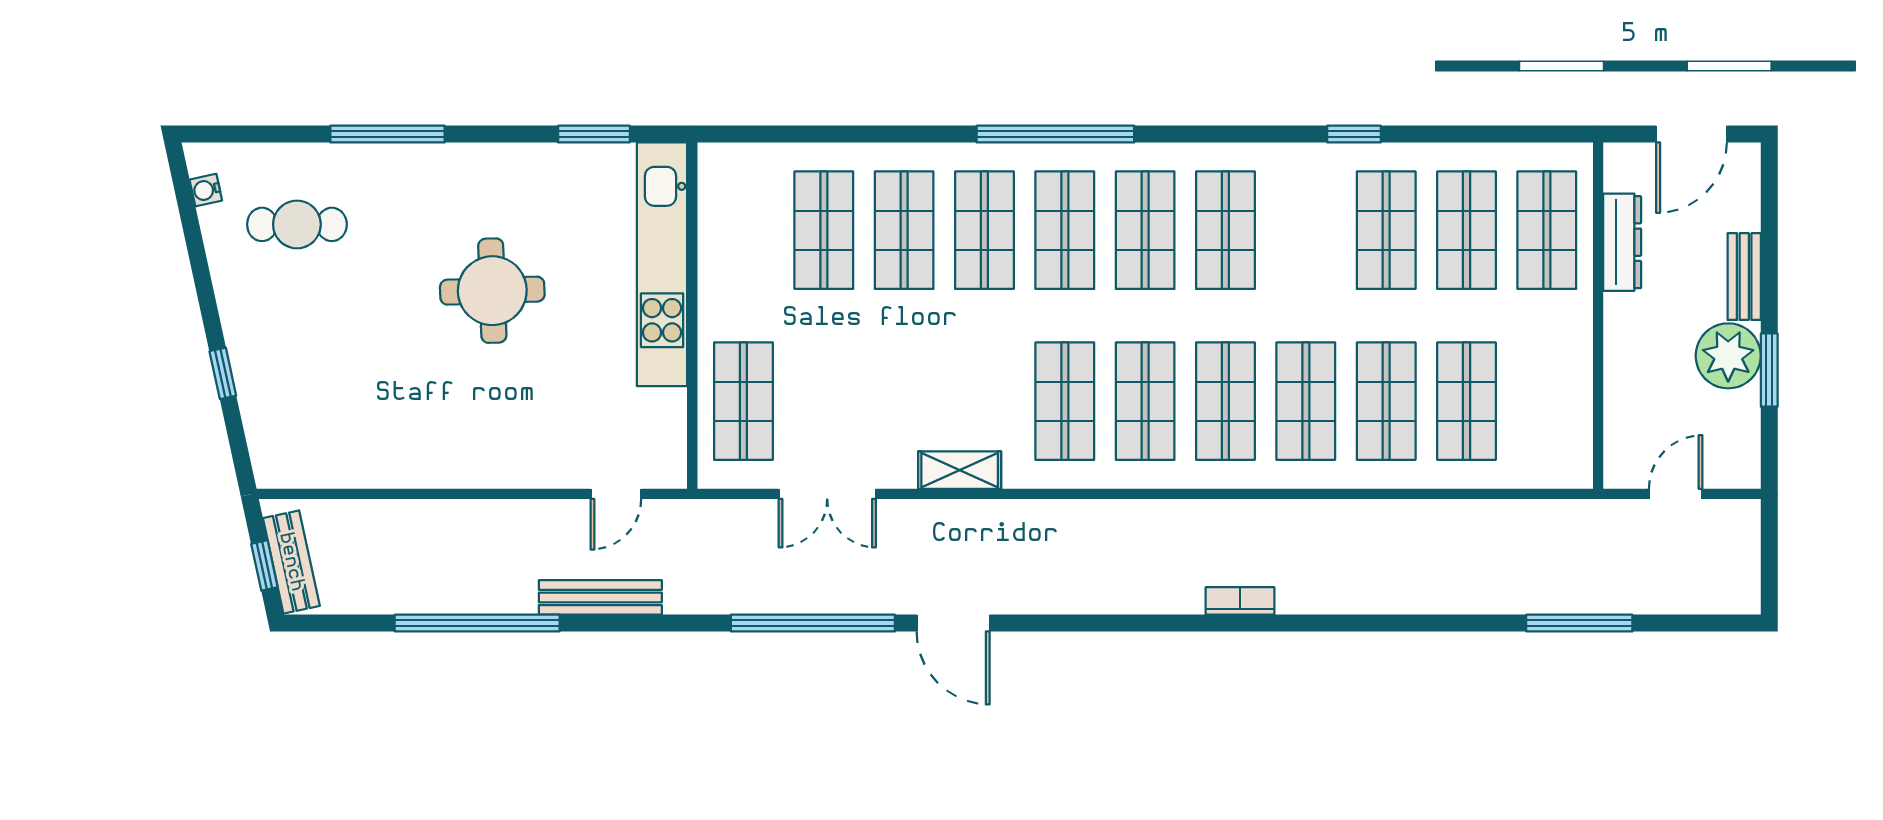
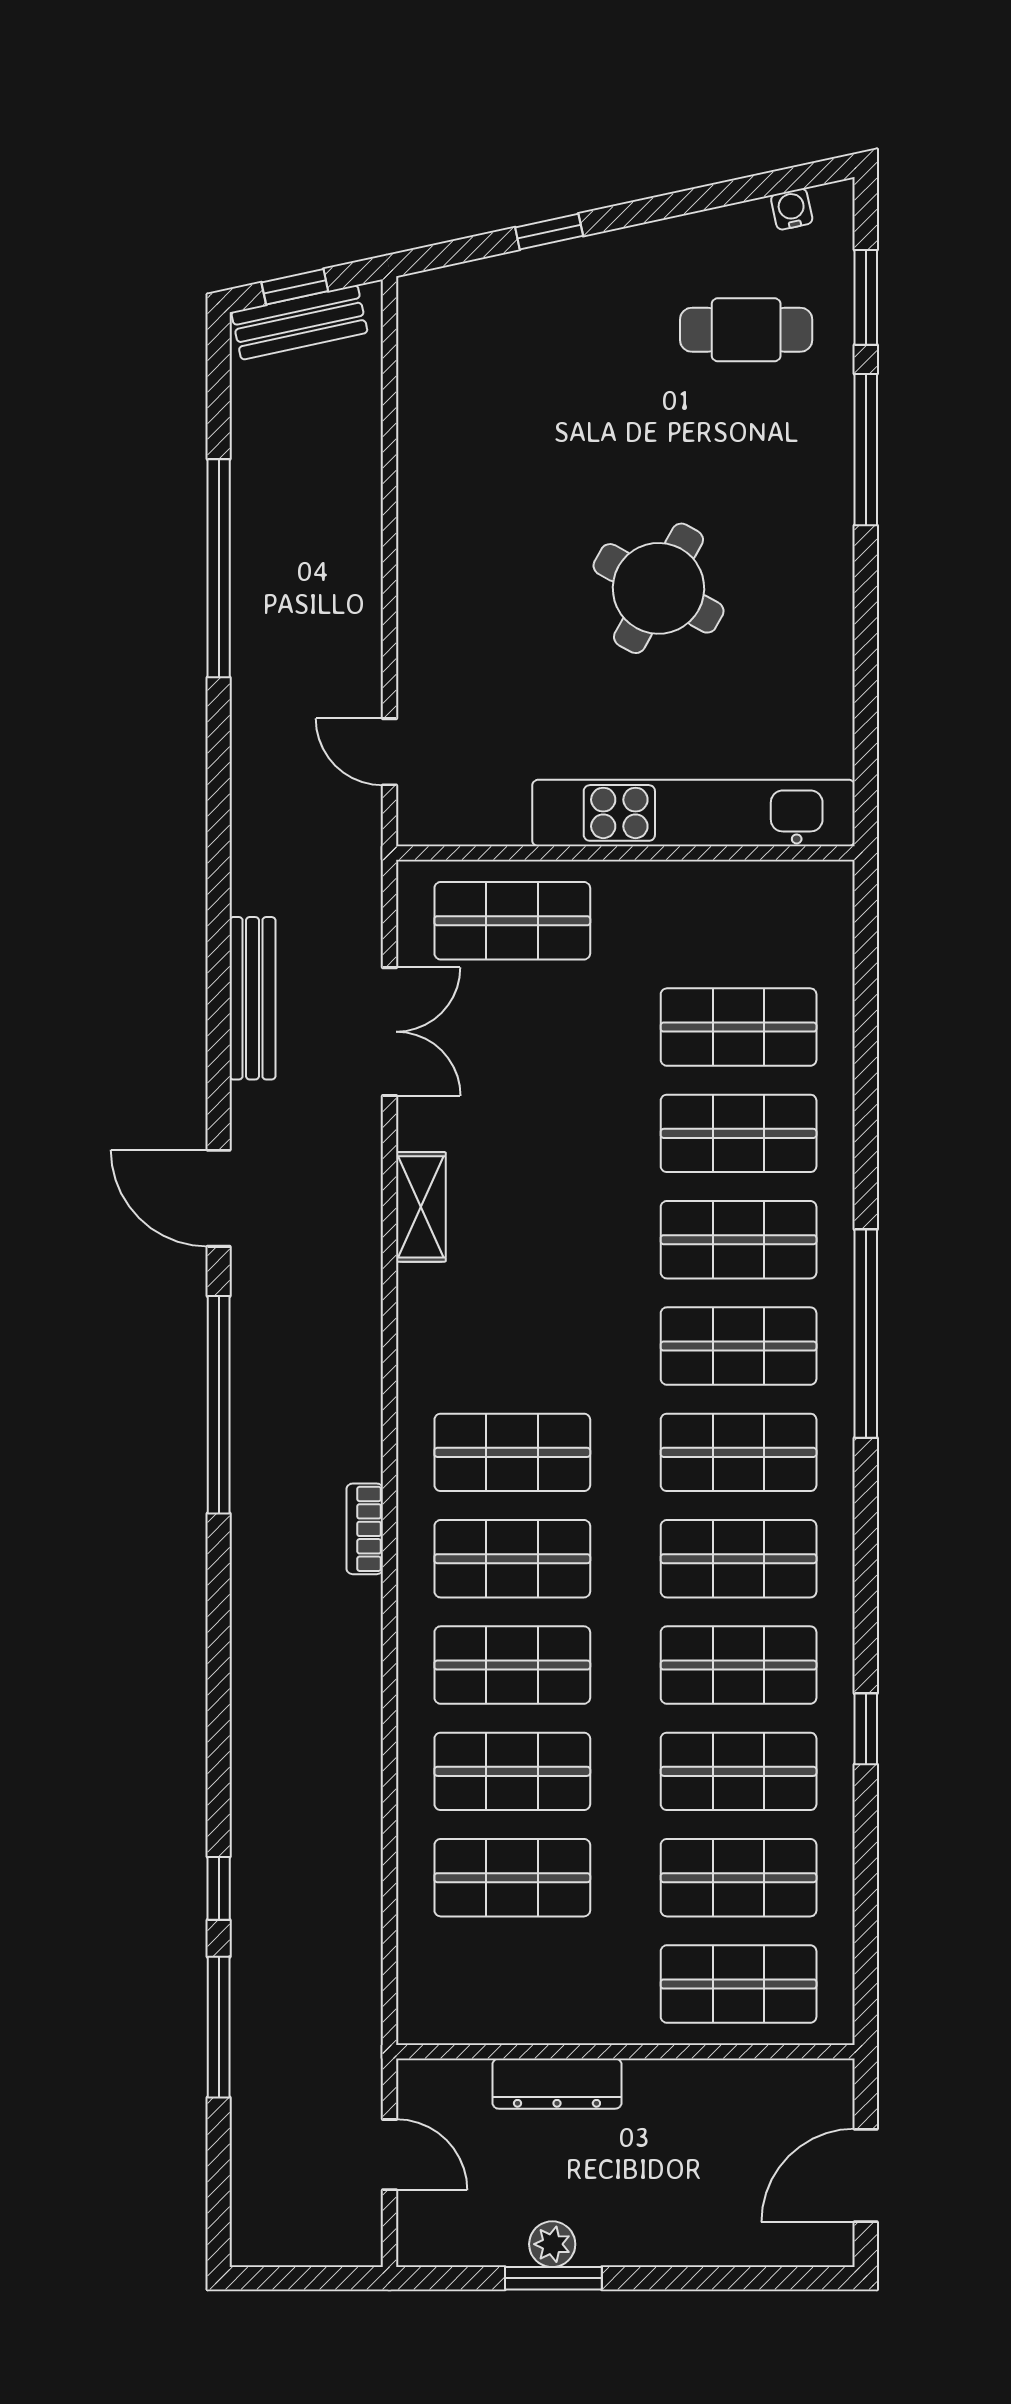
window: (594, 134) -> (866, 297), moved
door: (1692, 134) -> (866, 2176), hinge flipped
cafe table: (297, 224) -> (746, 330), turned 90
dresser: (1622, 242) -> (557, 2084), moved
bench: (1744, 277) -> (677, 2245), removed
round table: (492, 291) -> (659, 588), turned 31
plant: (1728, 356) -> (552, 2244), width x0.53, depth x0.53
shop shelf: (1065, 401) -> (739, 1665), moved
double door: (827, 494) -> (390, 1032), swing flipped
bench: (600, 597) -> (253, 998), moved
bookcase: (1240, 601) -> (365, 1529), moved, turned 180
window: (813, 623) -> (219, 1405), moved
door: (953, 623) -> (219, 1198), hinge flipped
window: (1475, 623) -> (219, 1888), added

